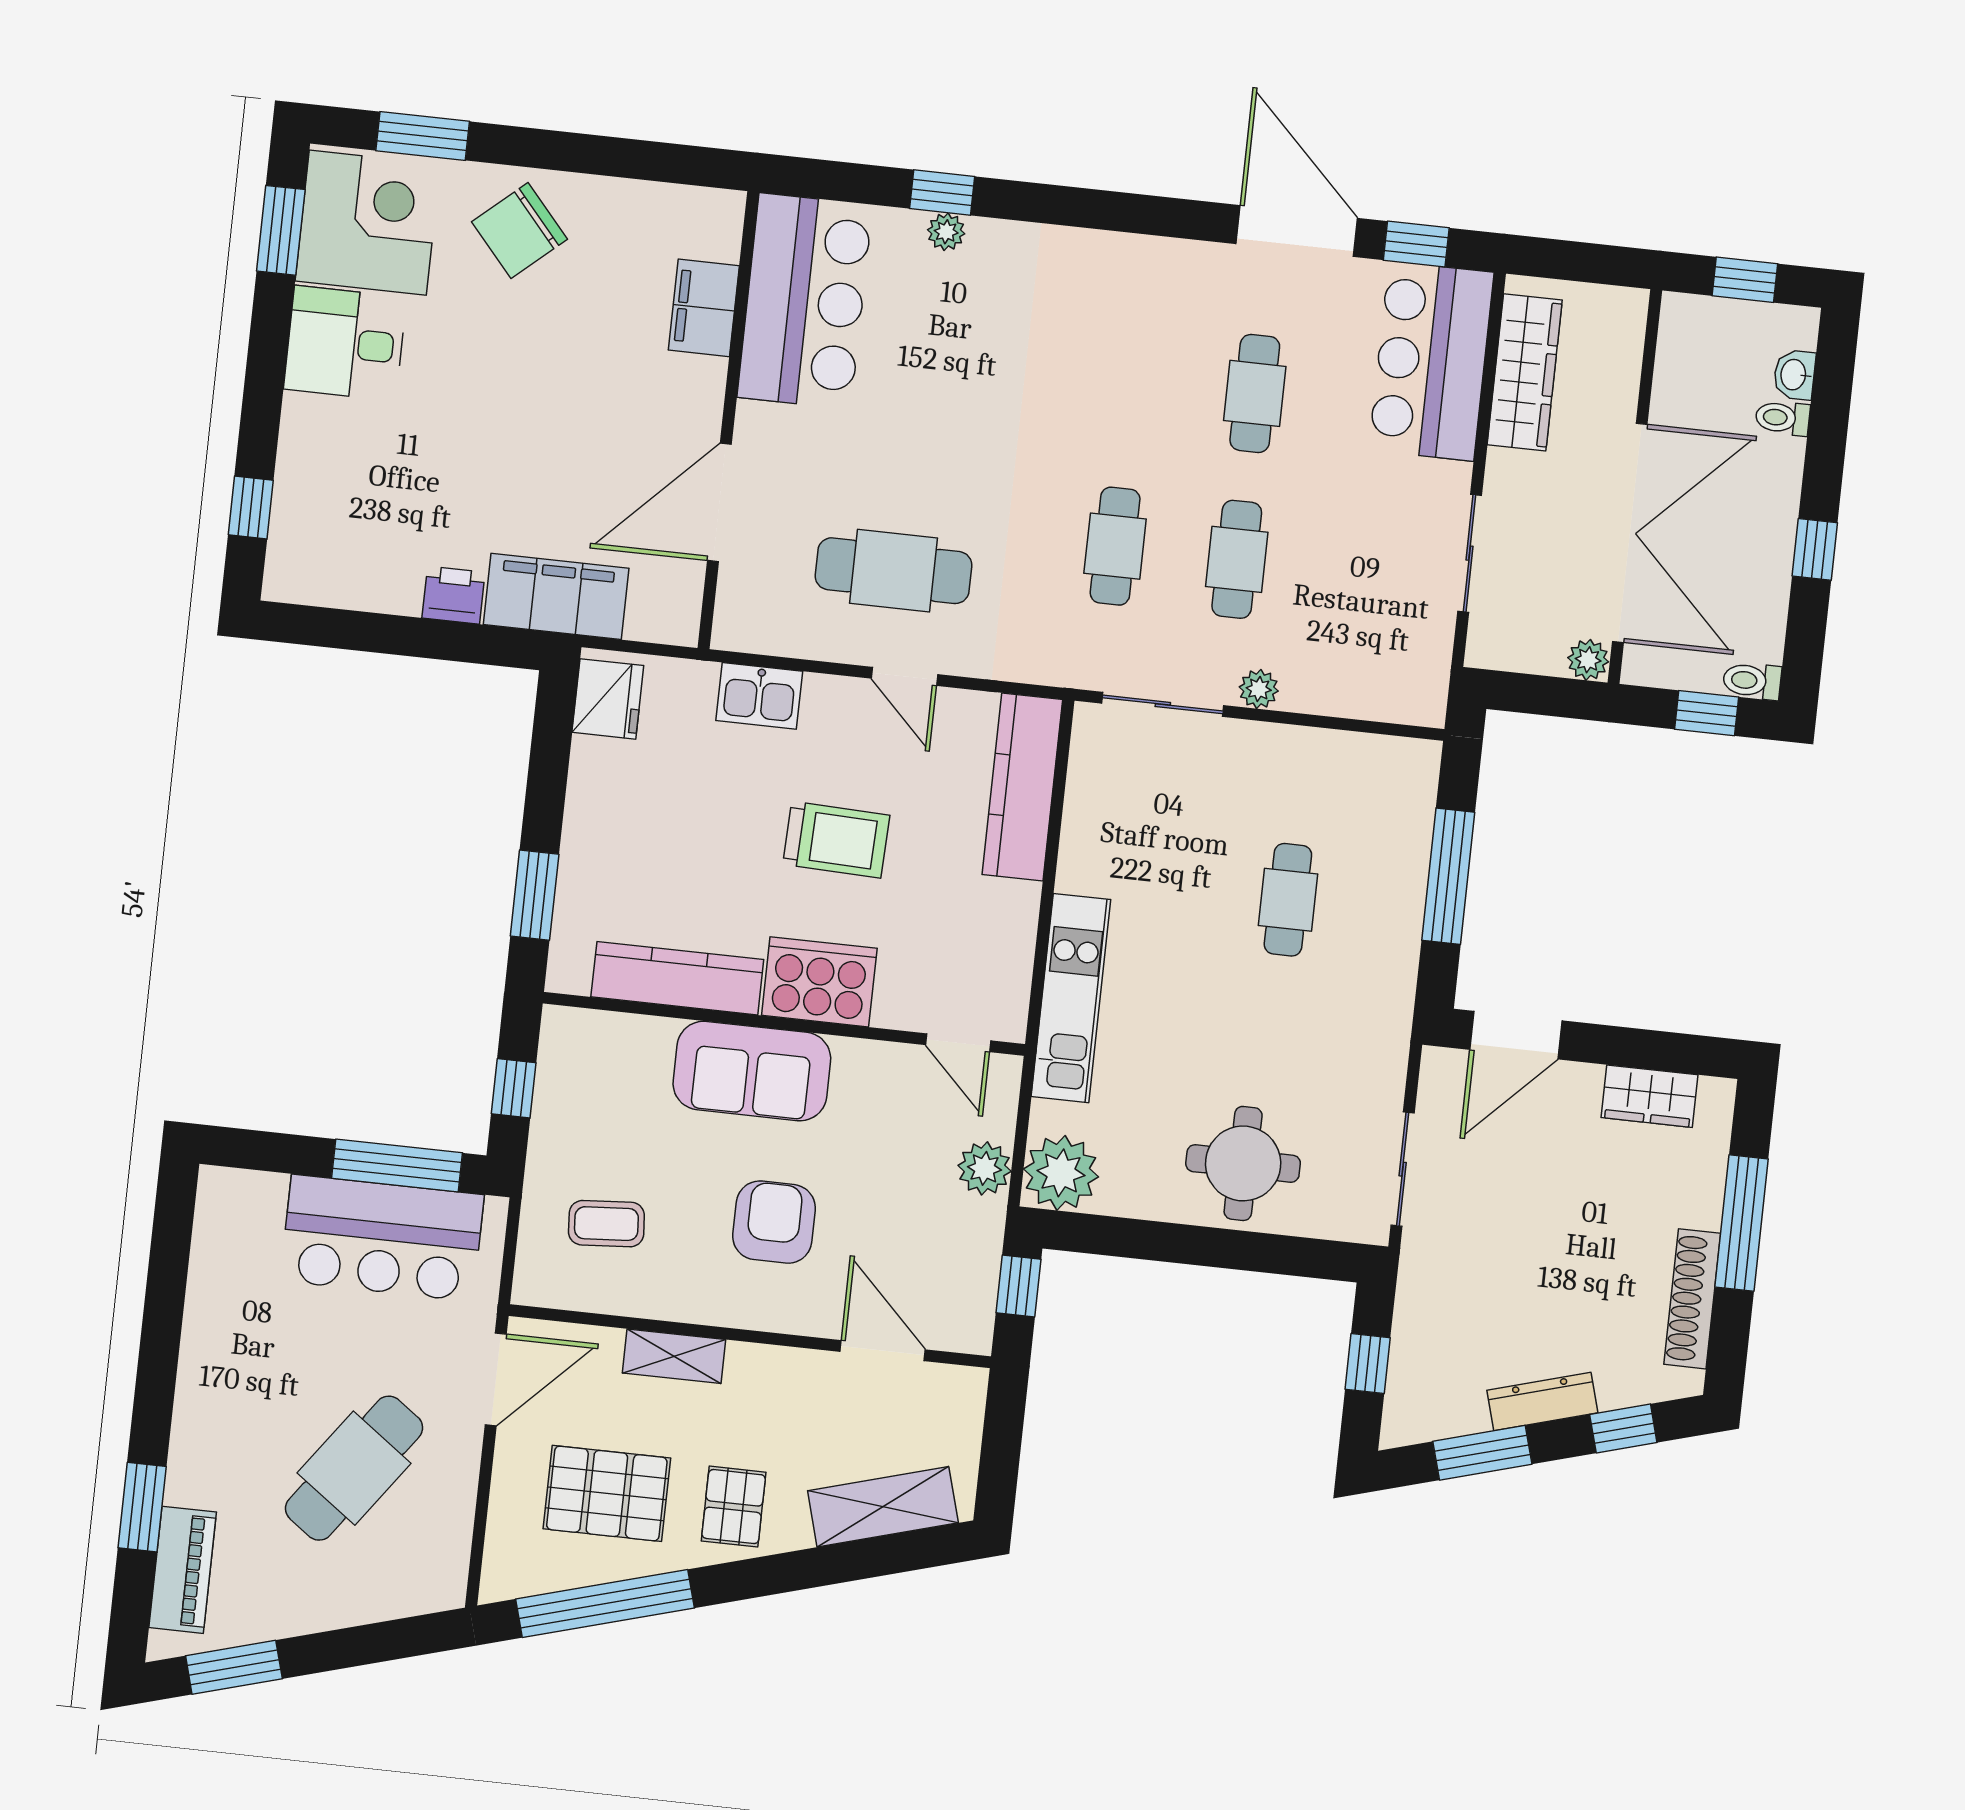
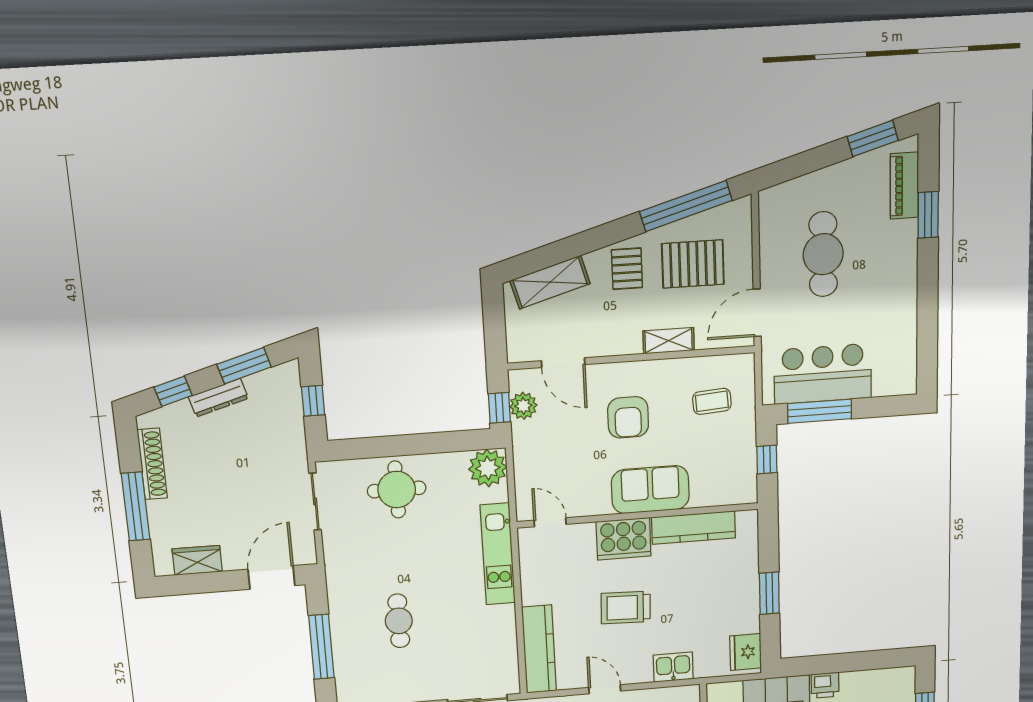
window: (535, 895) -> (769, 593), moved
plant: (985, 1168) -> (523, 406), moved
cafe table: (354, 1468) -> (823, 254), turned -36

